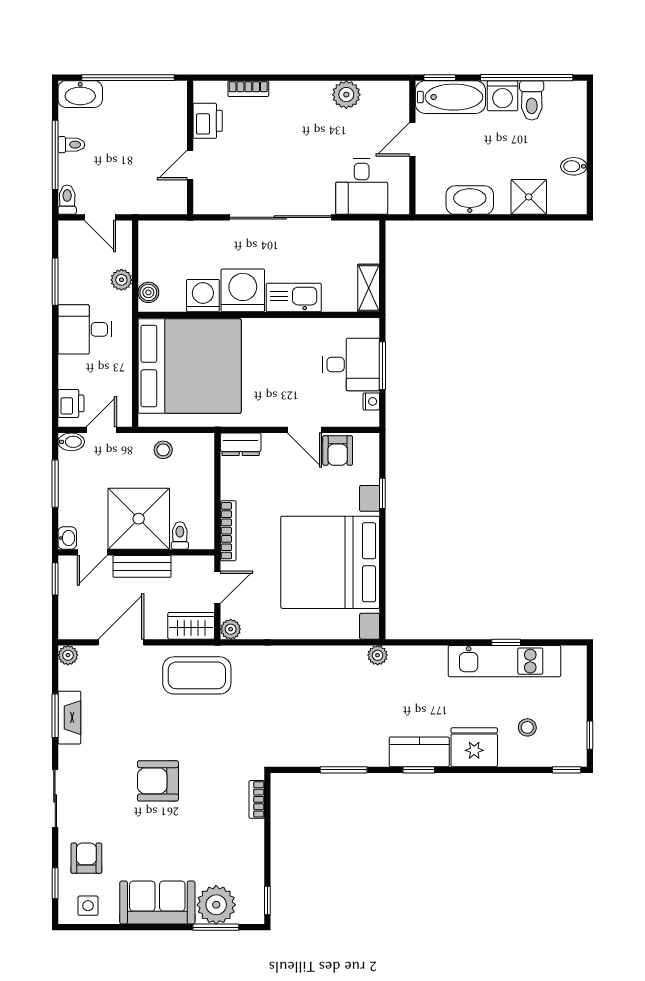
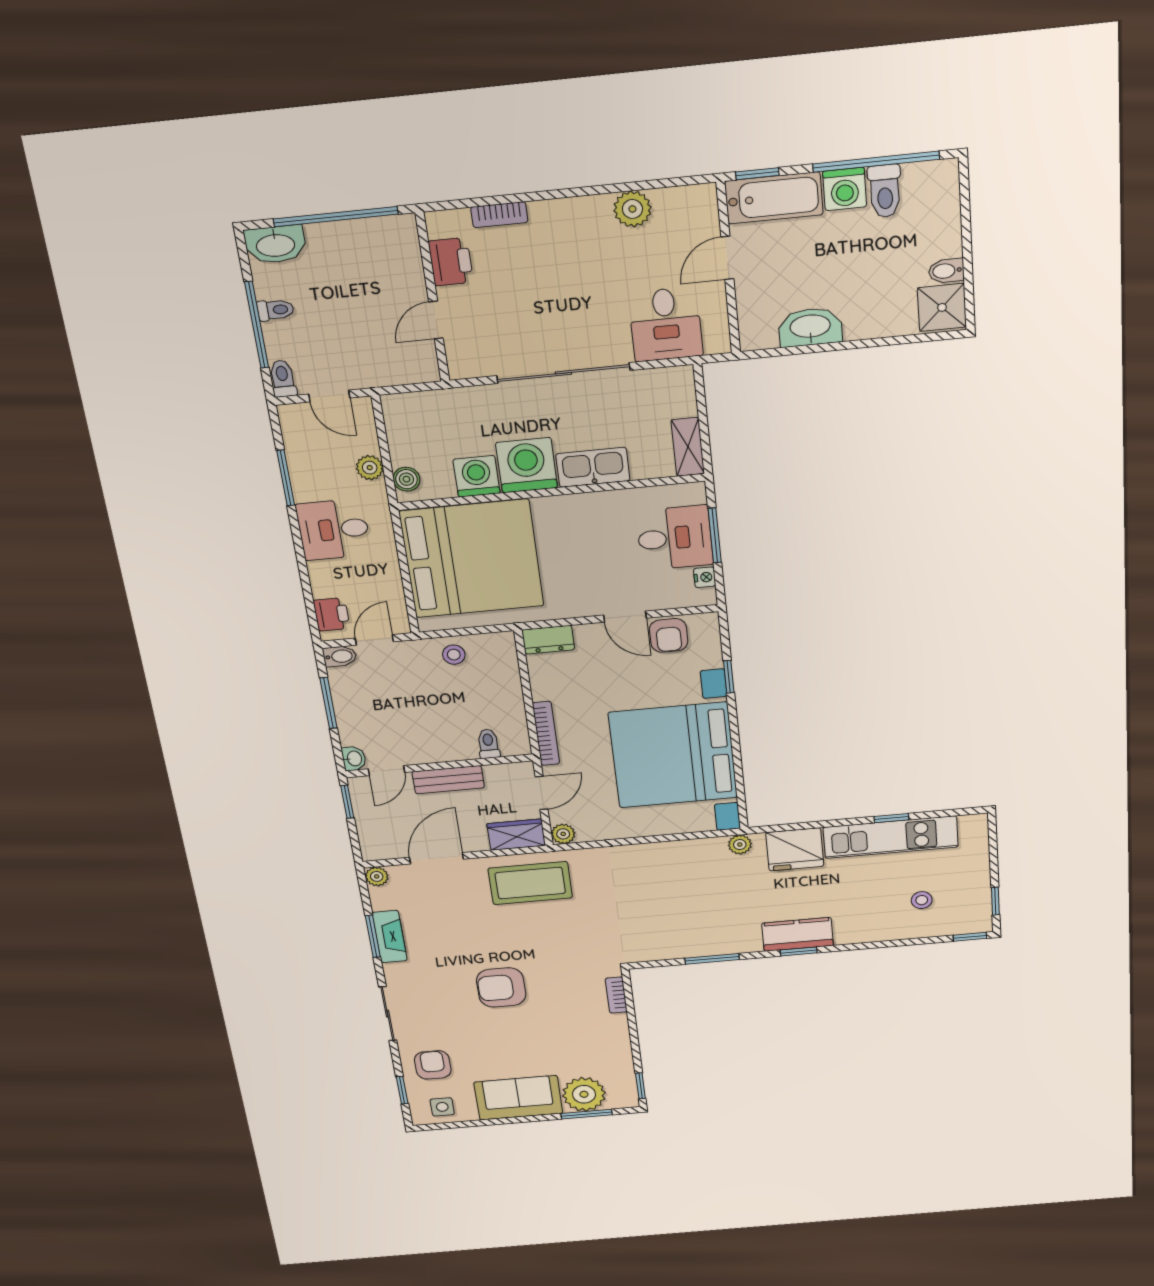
shower: (529, 197) -> (942, 307), moved
shower: (139, 519) -> (436, 731), removed
fridge: (474, 747) -> (795, 849), moved, turned 180

